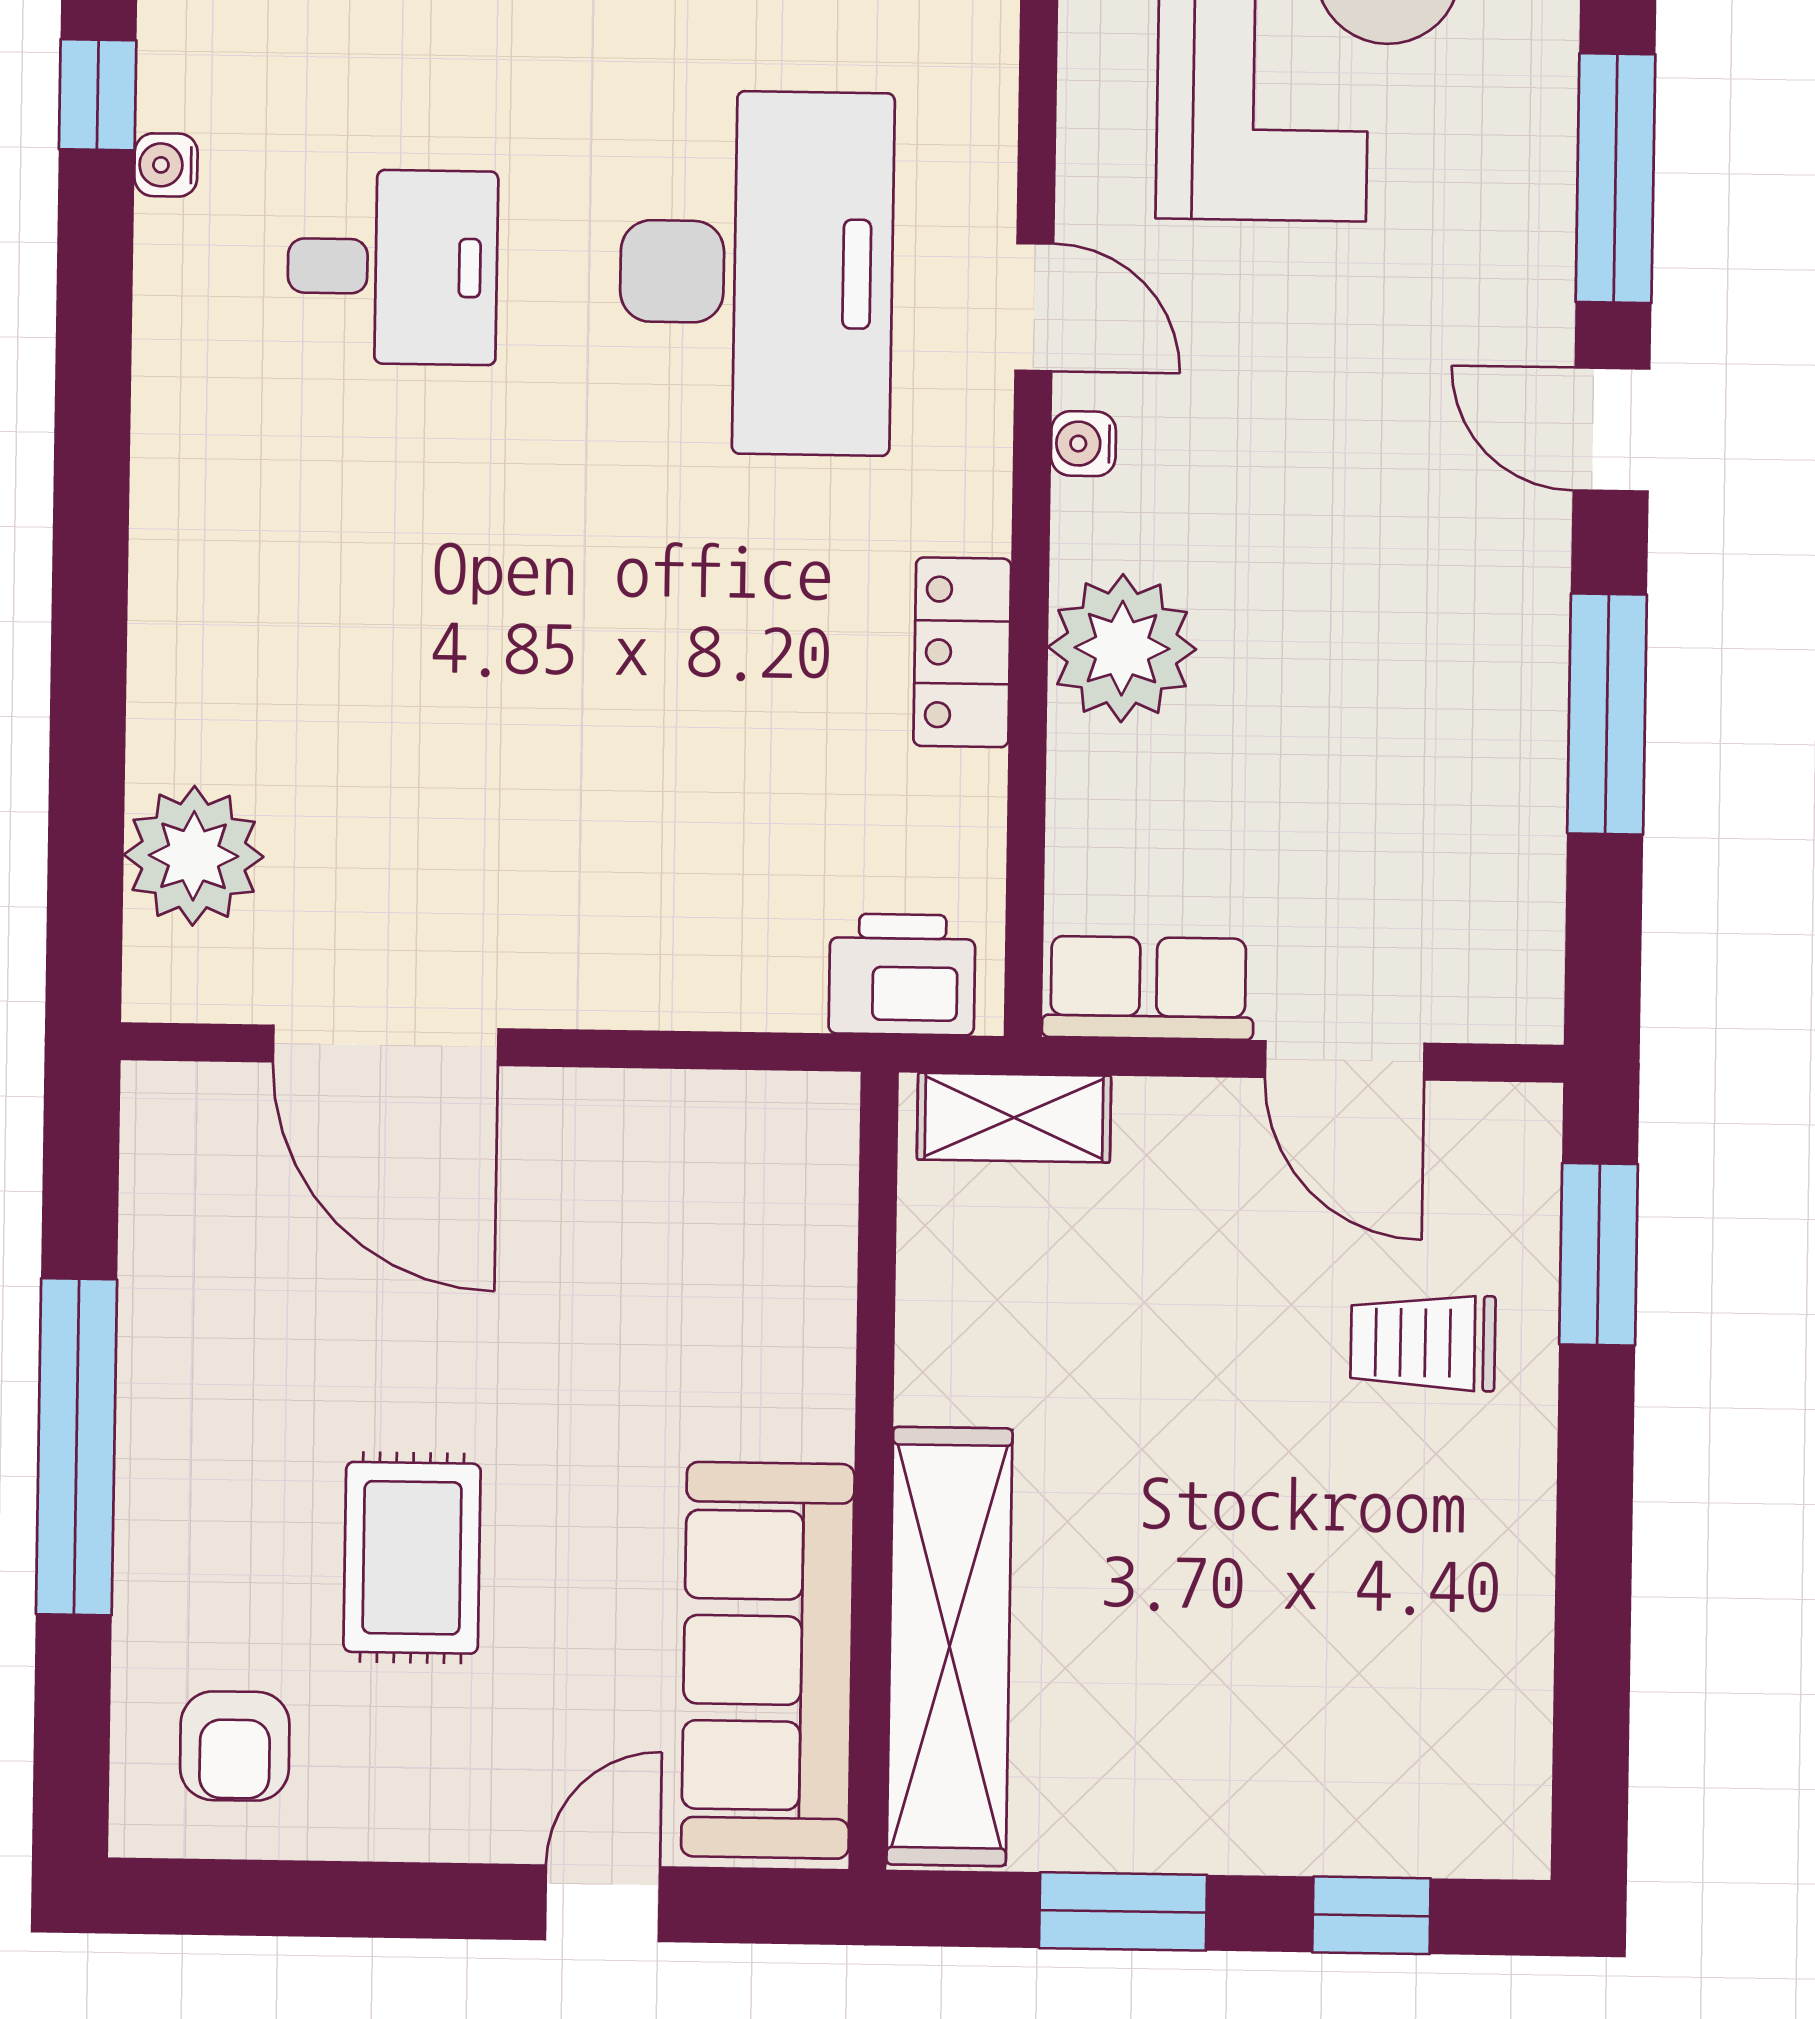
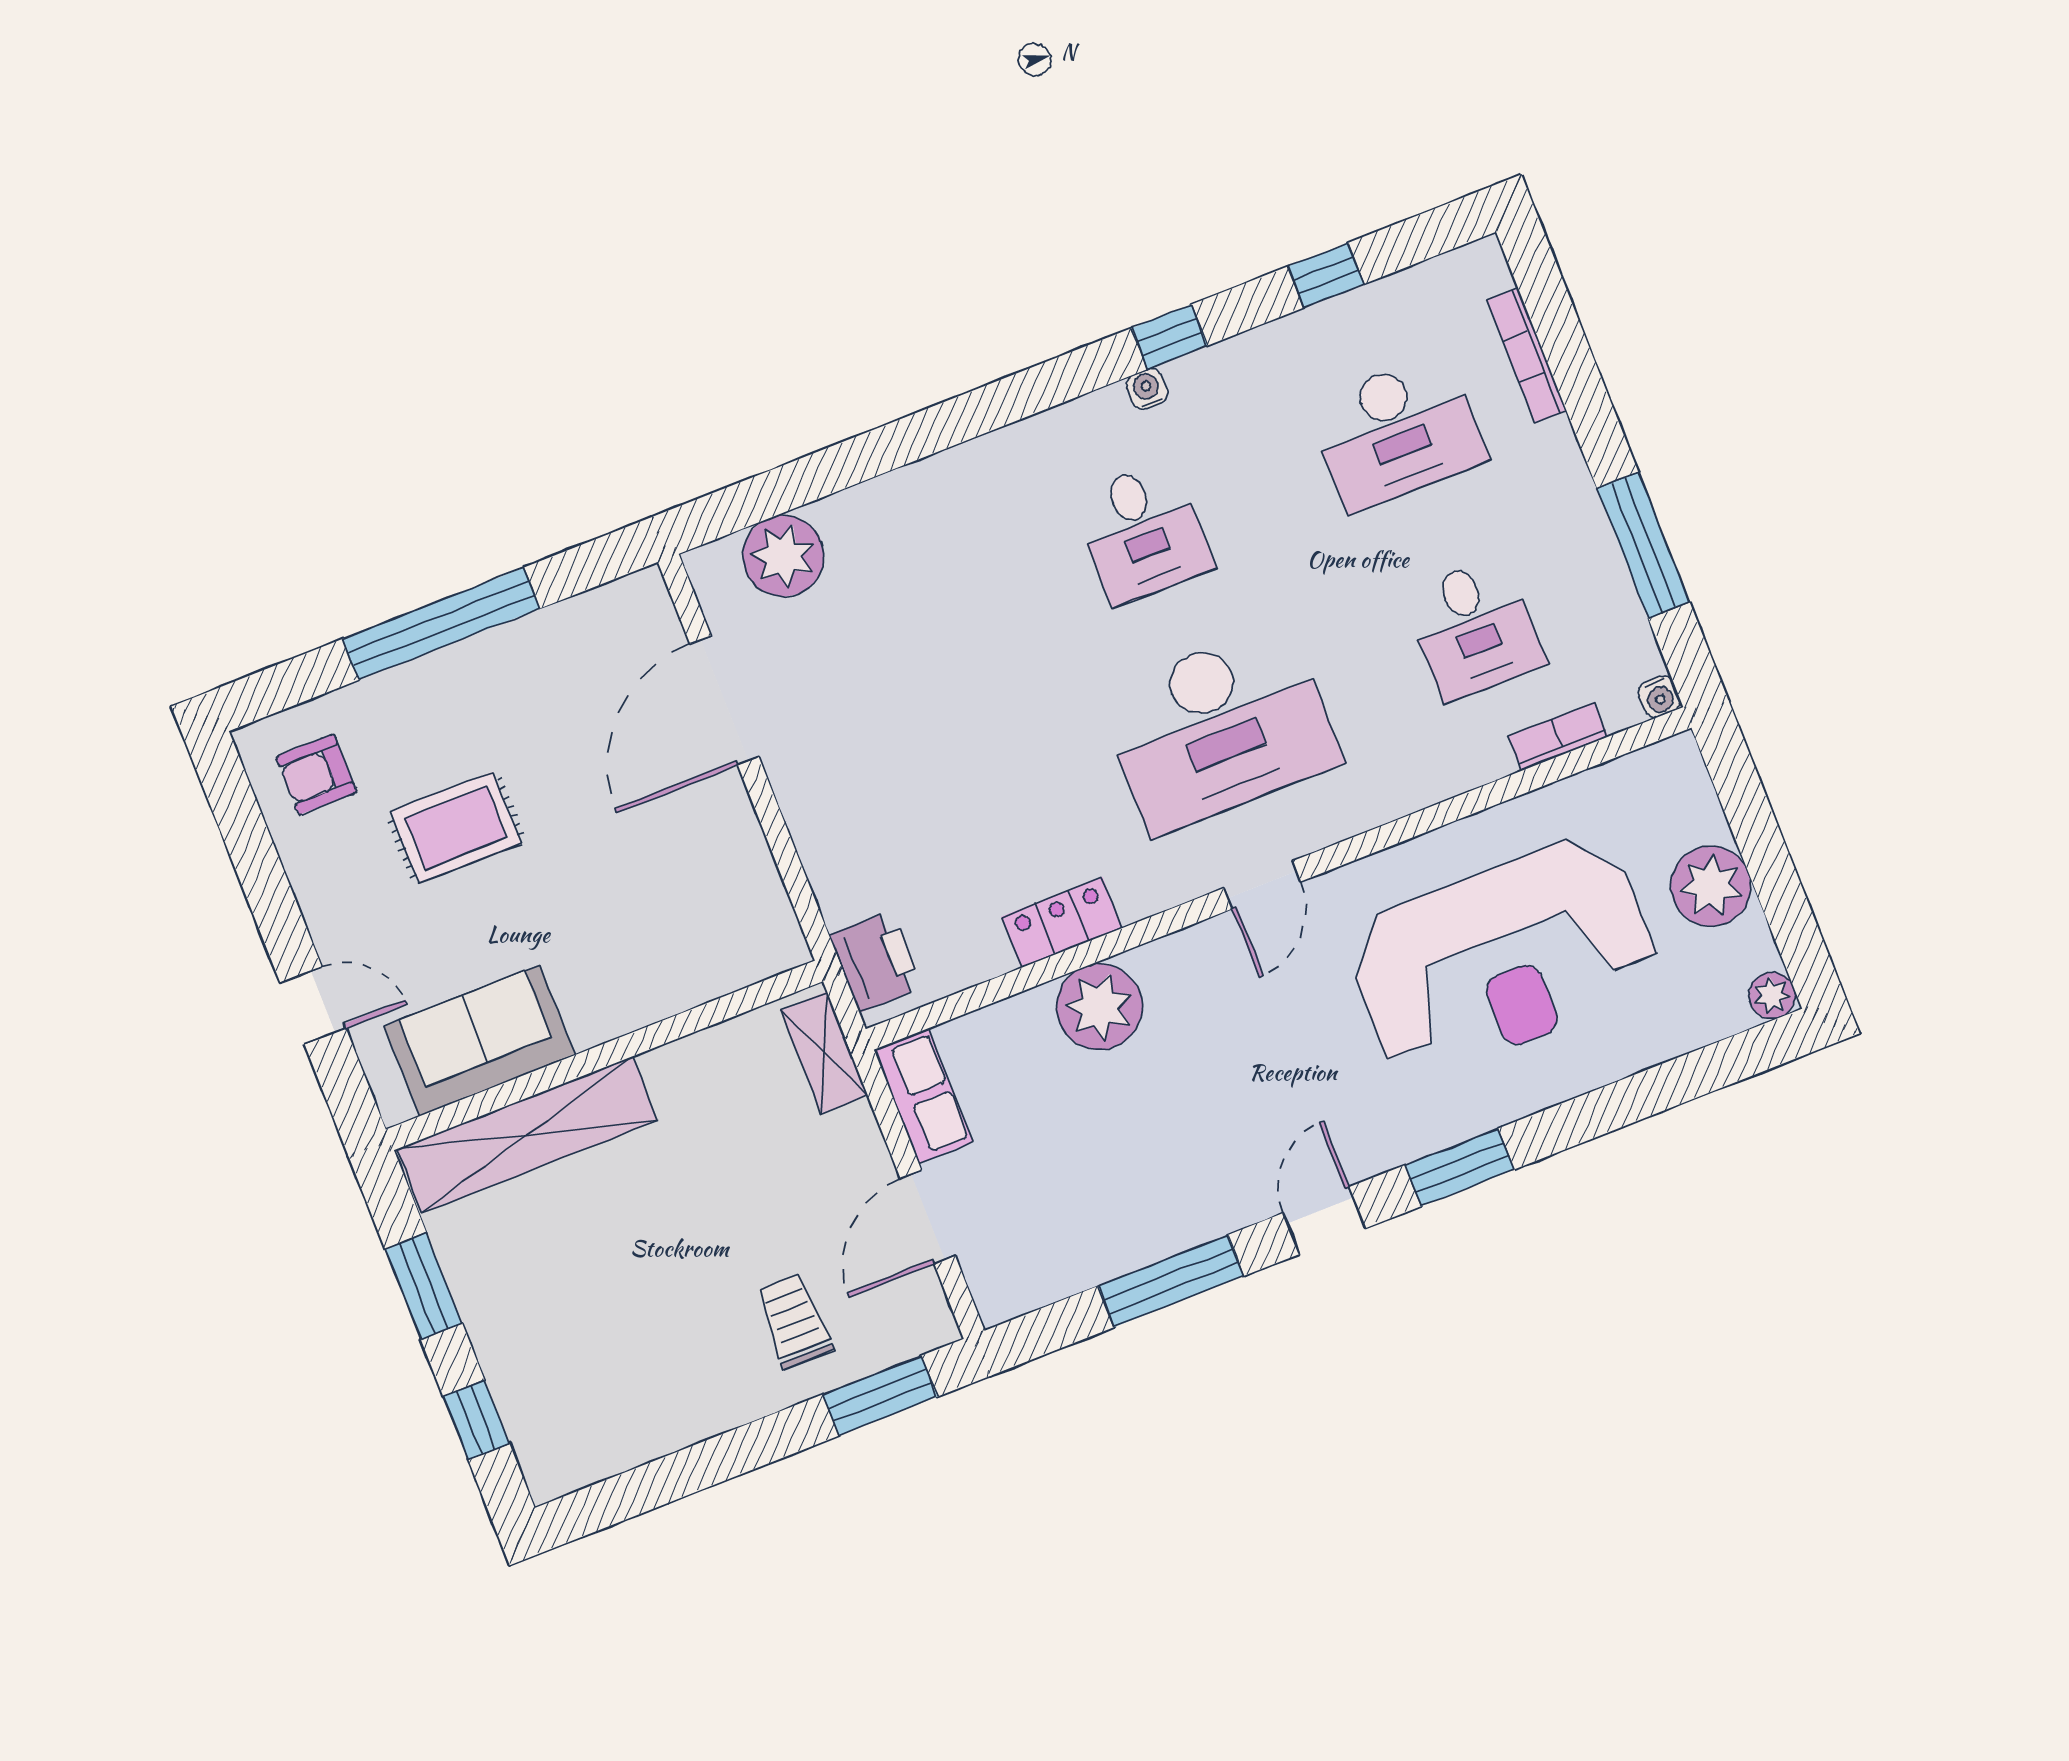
window: (1615, 178) -> (1460, 1167), width x0.69
water cooler: (1083, 444) -> (1200, 941), removed
sofa: (768, 1660) -> (480, 1041), width x0.73

